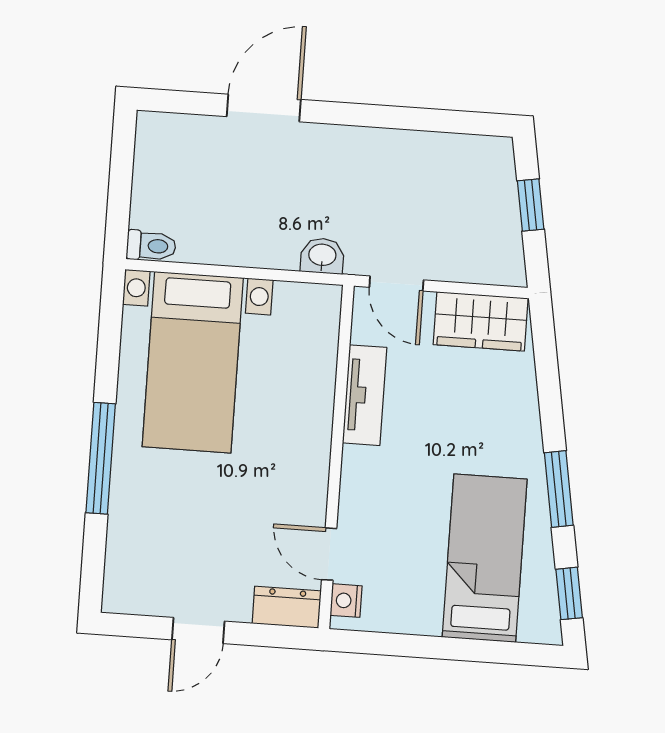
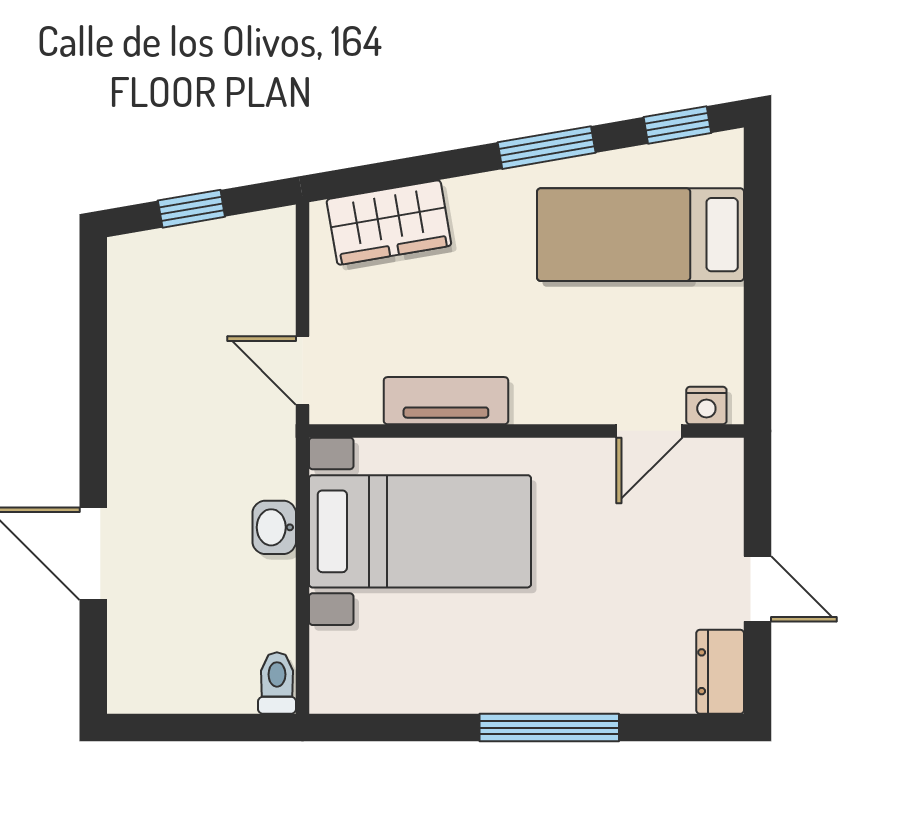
washbasin: (322, 256) -> (274, 527), moved
door: (396, 284) -> (302, 371), swing flipped
wardrobe: (481, 321) -> (389, 223), moved, turned 80
bed with nightstands: (193, 362) -> (420, 531), moved
dresser: (287, 607) -> (720, 672), moved

